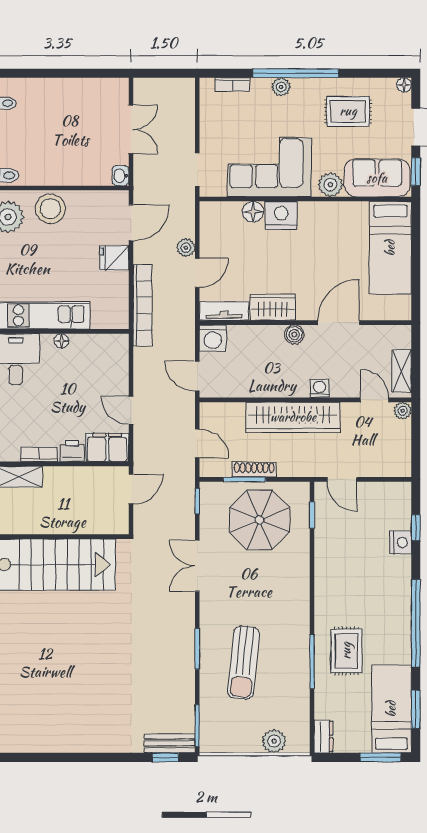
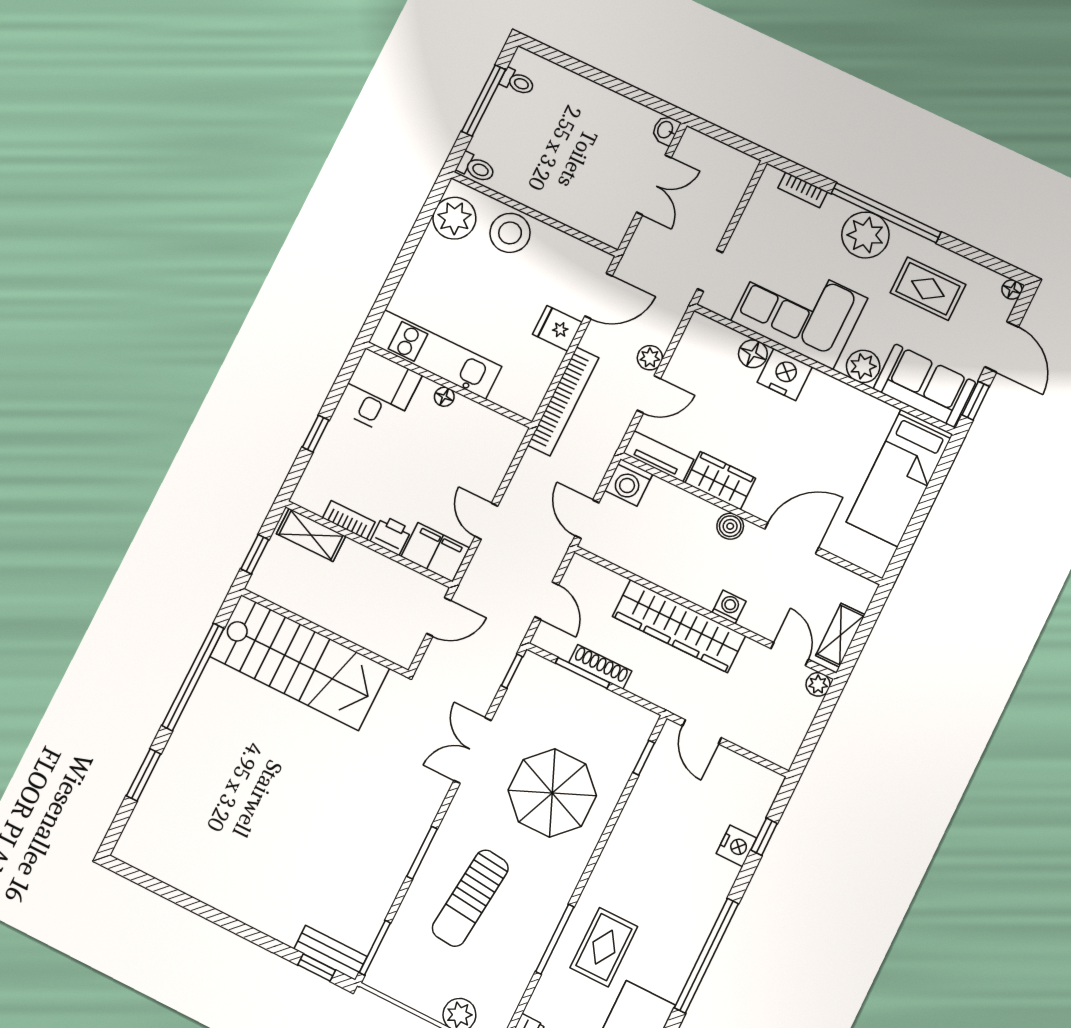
plant: (281, 87) -> (865, 235), width x1.87, depth x1.87
washbasin: (121, 176) -> (666, 130), moved
parasol: (259, 520) -> (552, 793), moved

